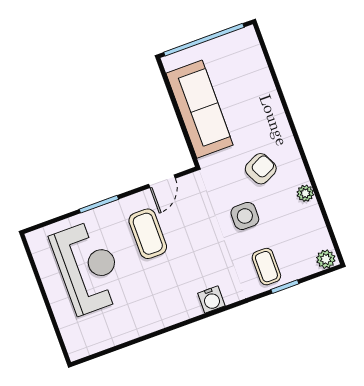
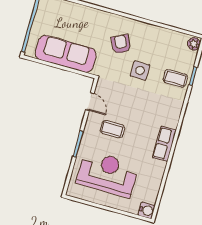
plant: (305, 193) -> (151, 30), removed
coffee table: (148, 234) -> (112, 129), width x0.73, depth x0.77
water cooler: (211, 299) -> (147, 210), moved
row of seats: (176, 311) -> (164, 144), added

